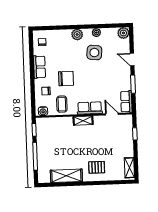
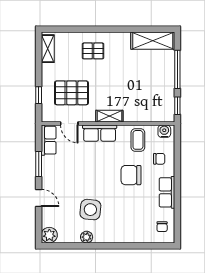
plant: (77, 35) -> (113, 235), removed
pallet: (111, 136) -> (71, 93), added
shelving: (66, 176) -> (153, 41), moved

